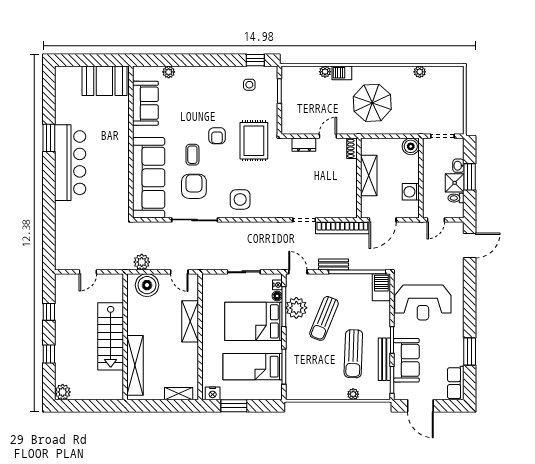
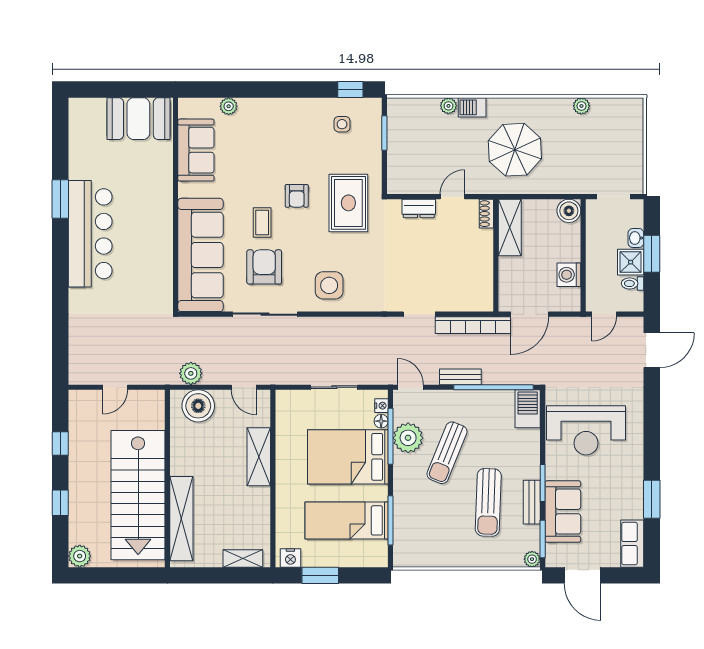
shelving: (369, 176) -> (510, 227), moved
stairs: (111, 336) -> (138, 495), width x1.36, depth x1.51
bench: (384, 359) -> (532, 502), width x0.73
plant: (353, 394) -> (532, 559), moved

